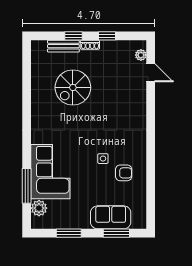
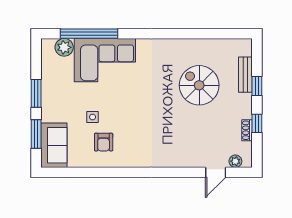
shoe rack: (90, 45) -> (247, 130), moved
side table: (103, 159) -> (93, 117), moved
window: (27, 186) -> (89, 34), width x1.46
sofa: (111, 217) -> (54, 145), moved
window: (69, 233) -> (36, 93), moved

